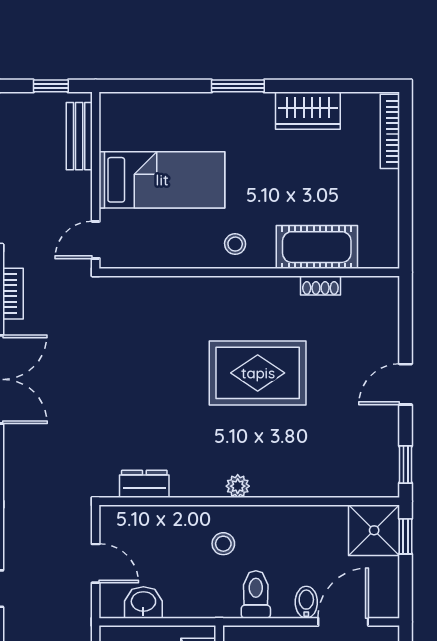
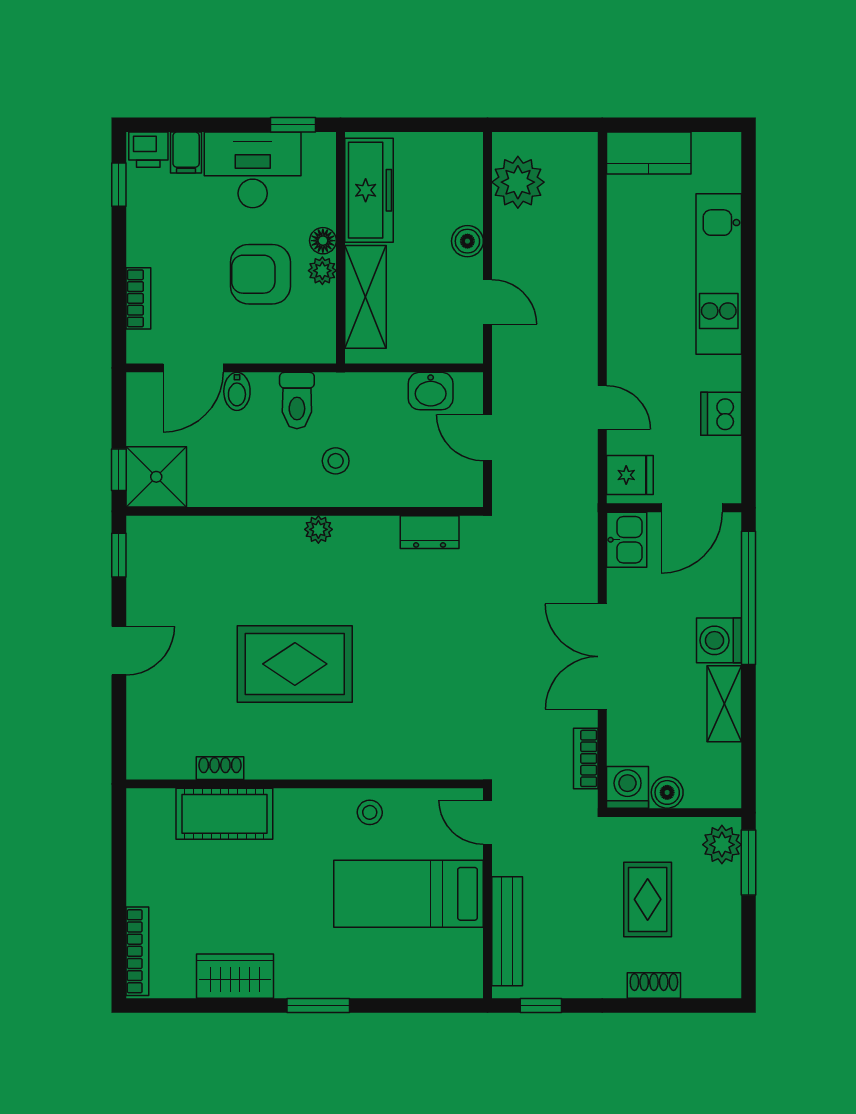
bench: (79, 136) -> (507, 931), width x1.36
door: (96, 240) -> (488, 822), swing flipped
stool: (235, 244) -> (370, 812), moved

